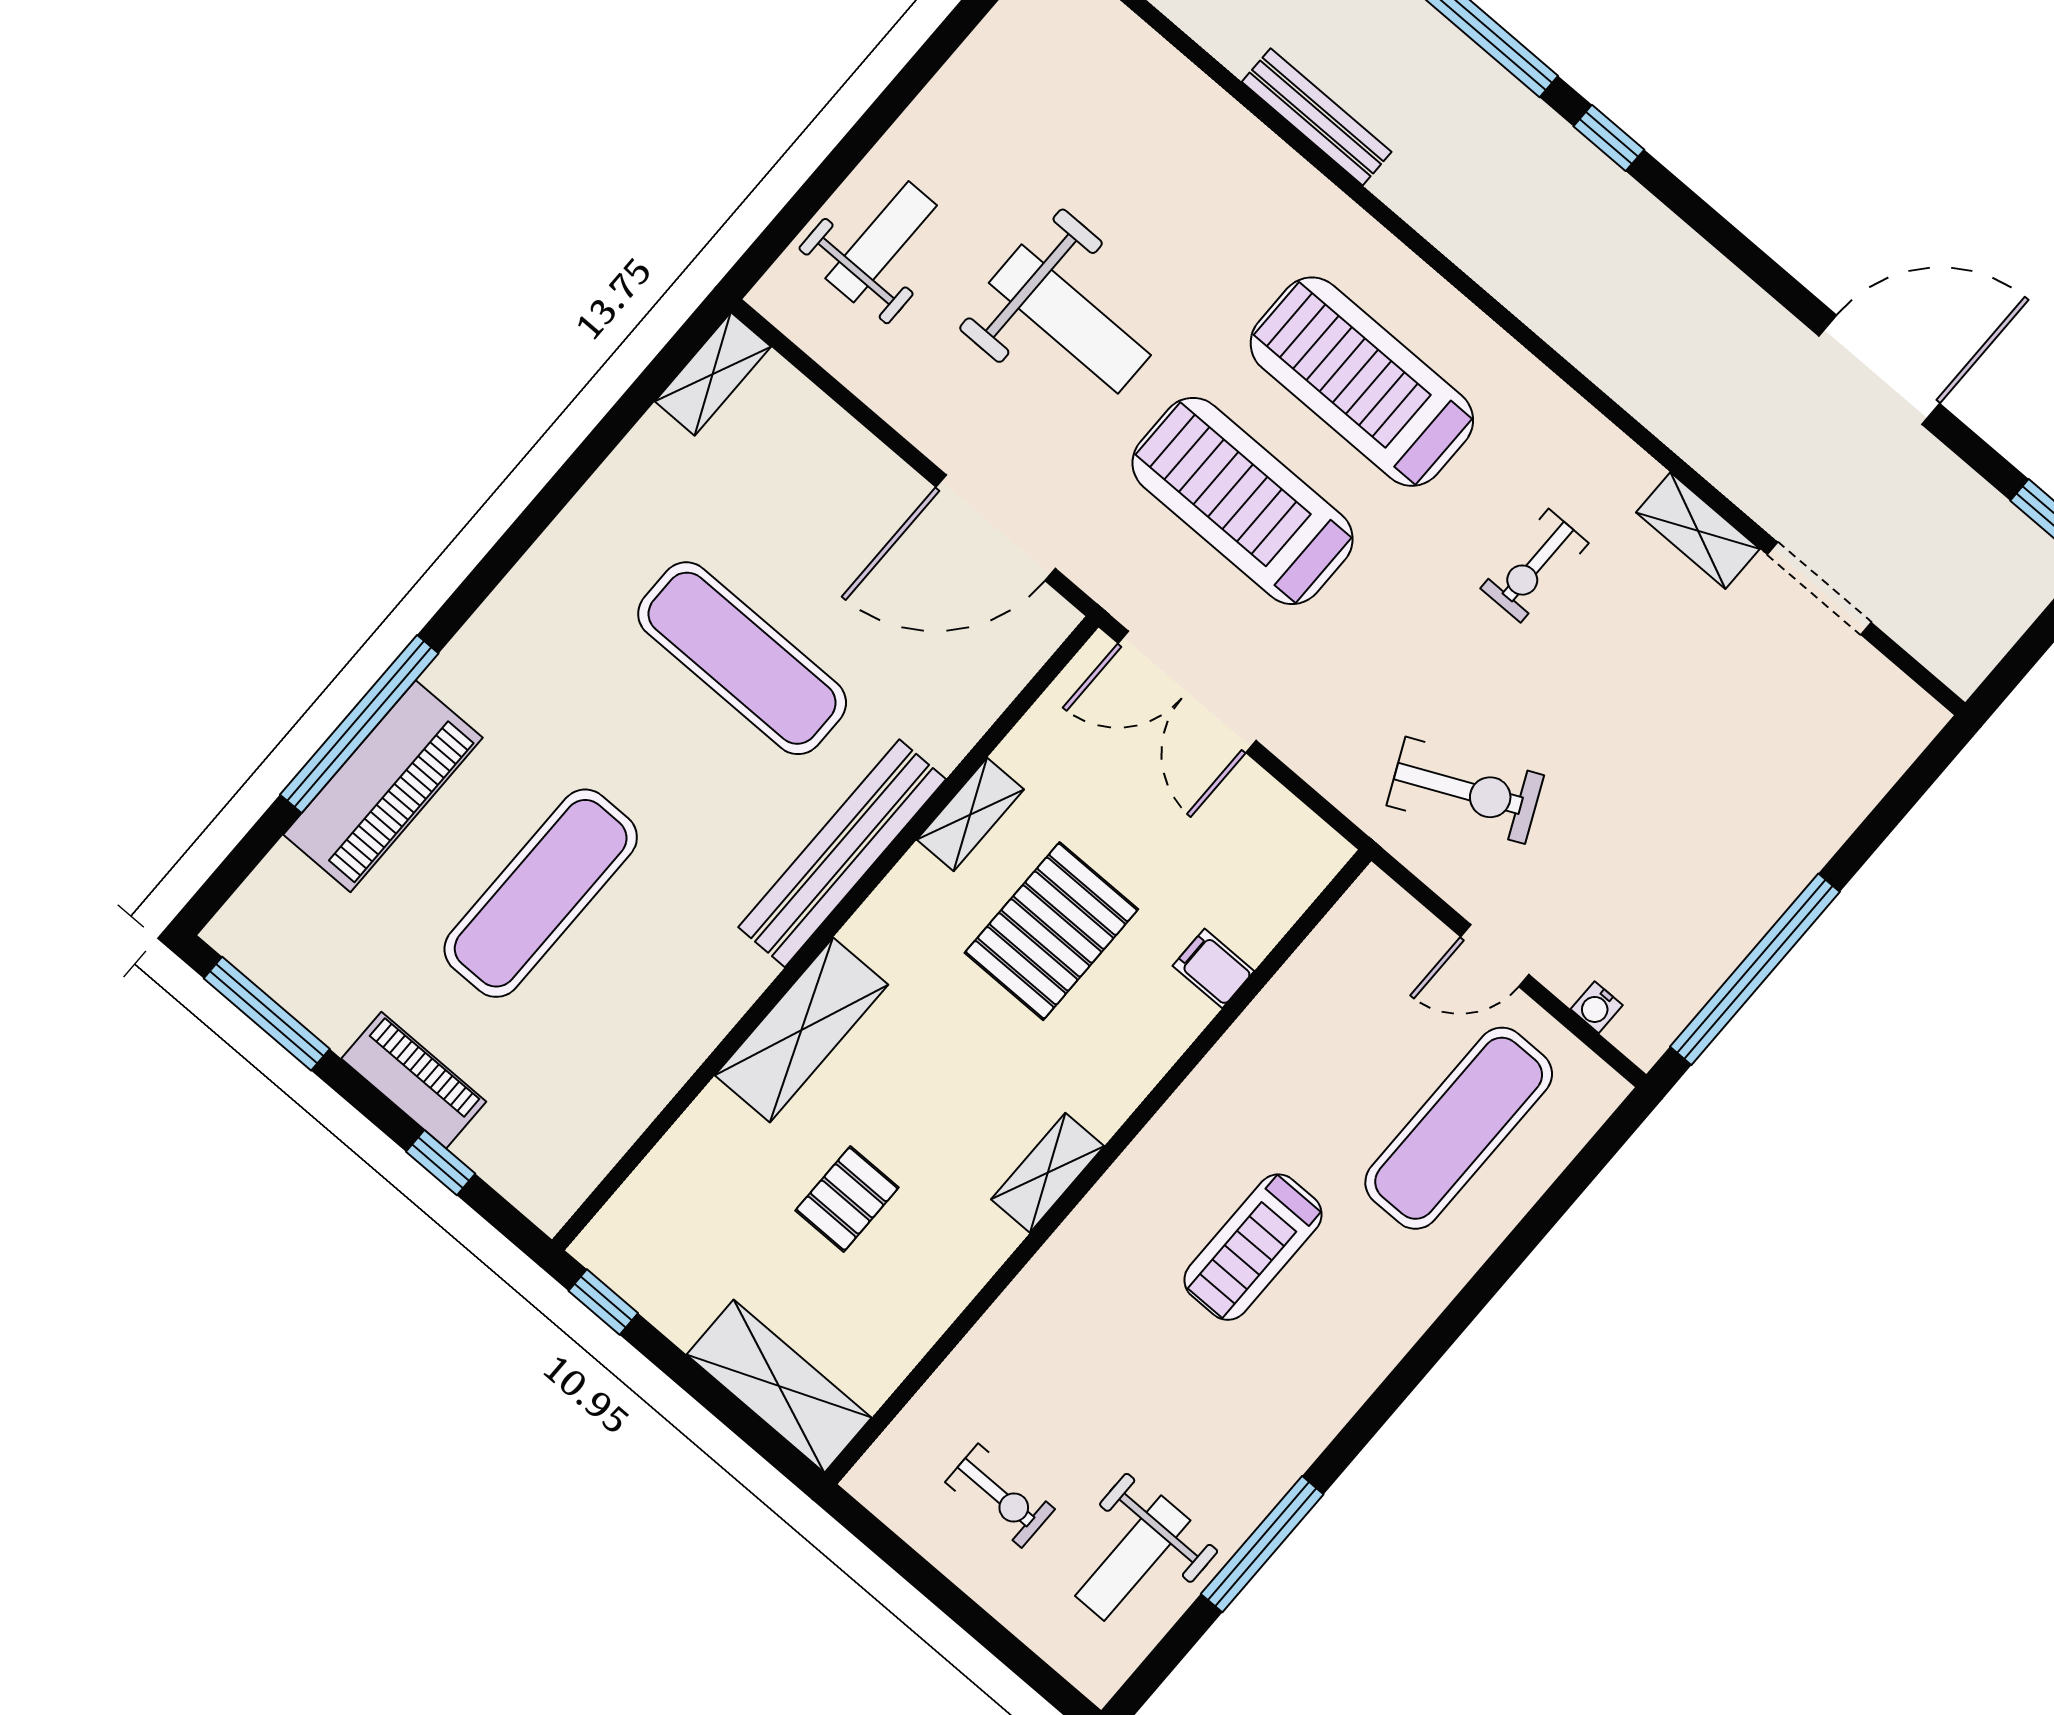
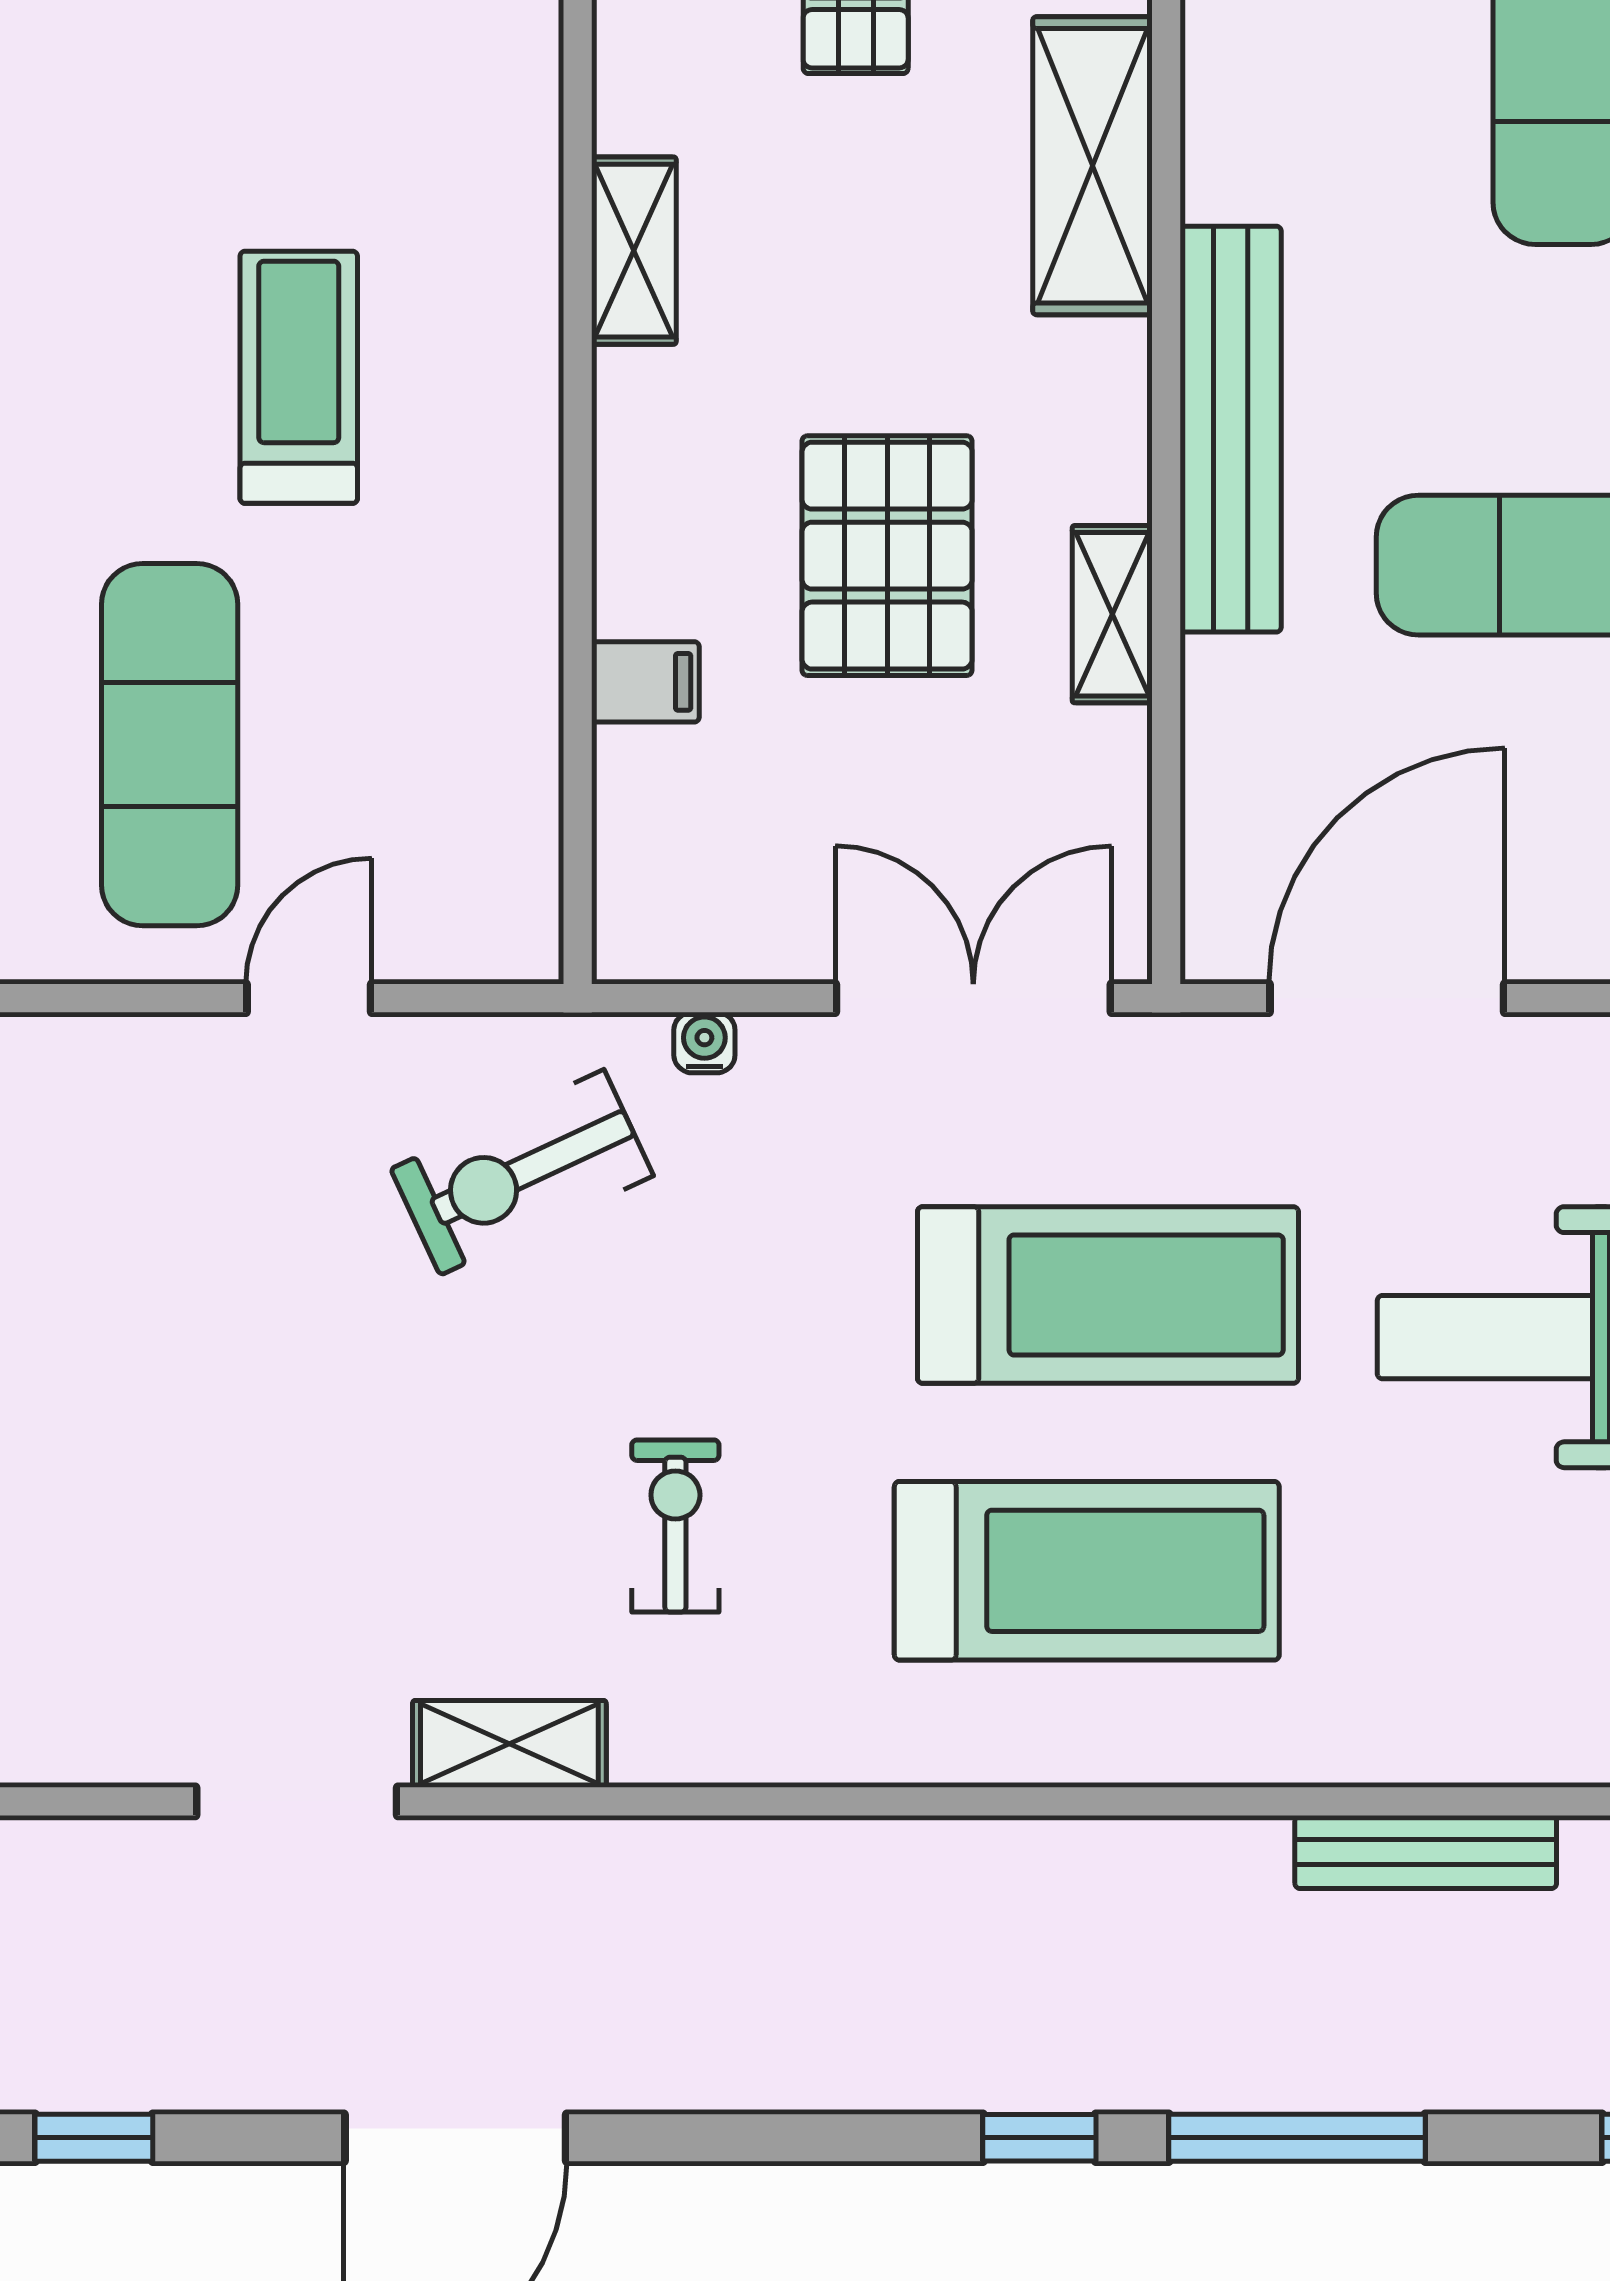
water cooler: (1597, 1007) -> (704, 1043), moved

